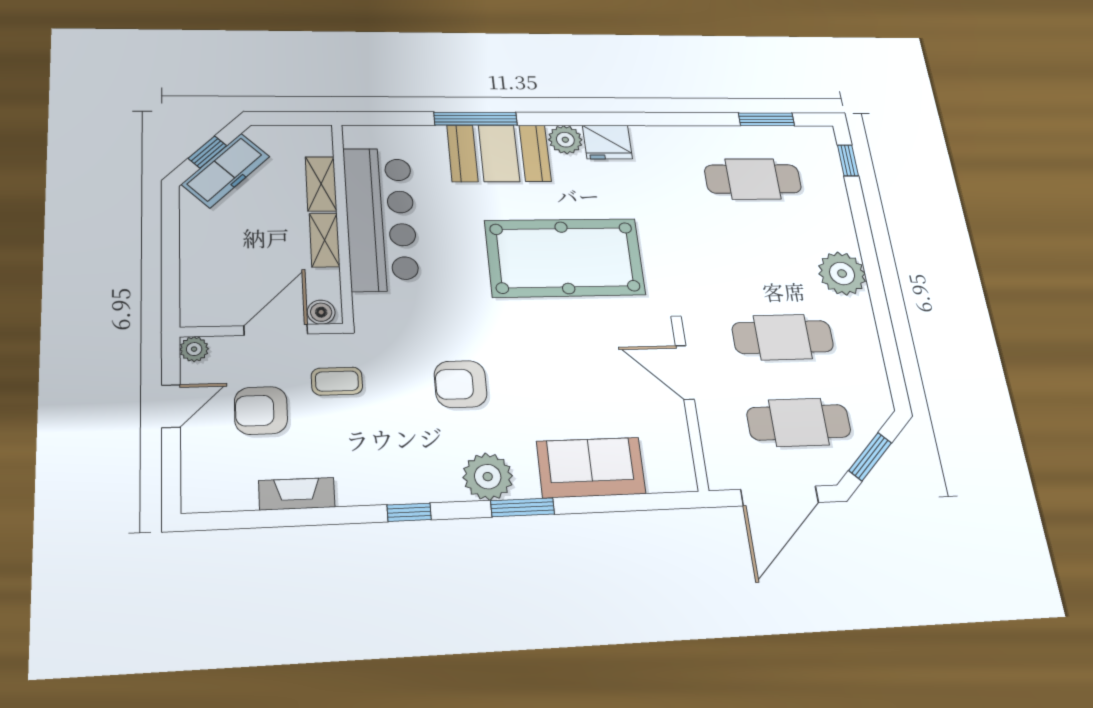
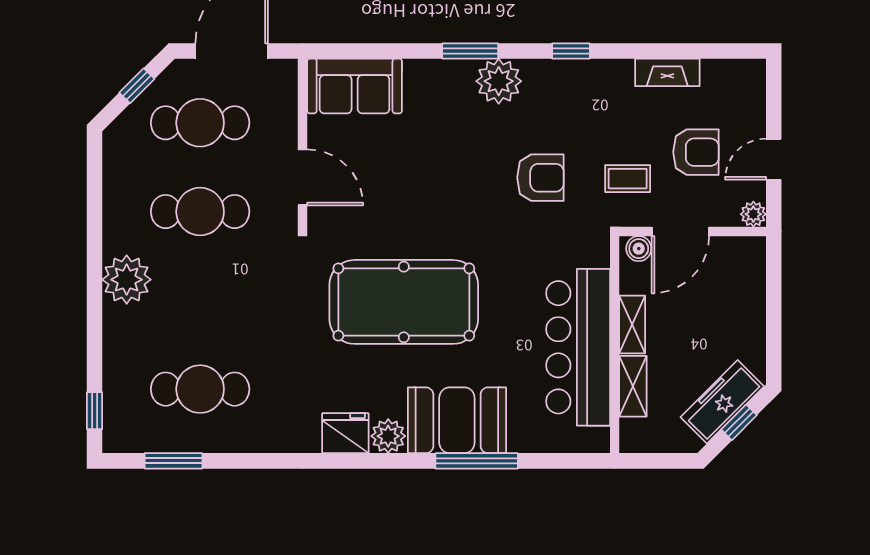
armchair: (461, 384) -> (540, 178), moved
window: (870, 457) -> (137, 86), width x0.67
sofa: (591, 467) -> (355, 86), moved

